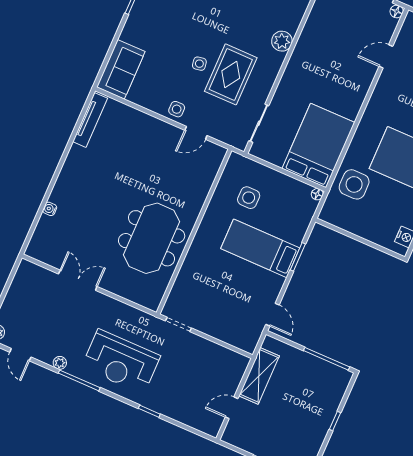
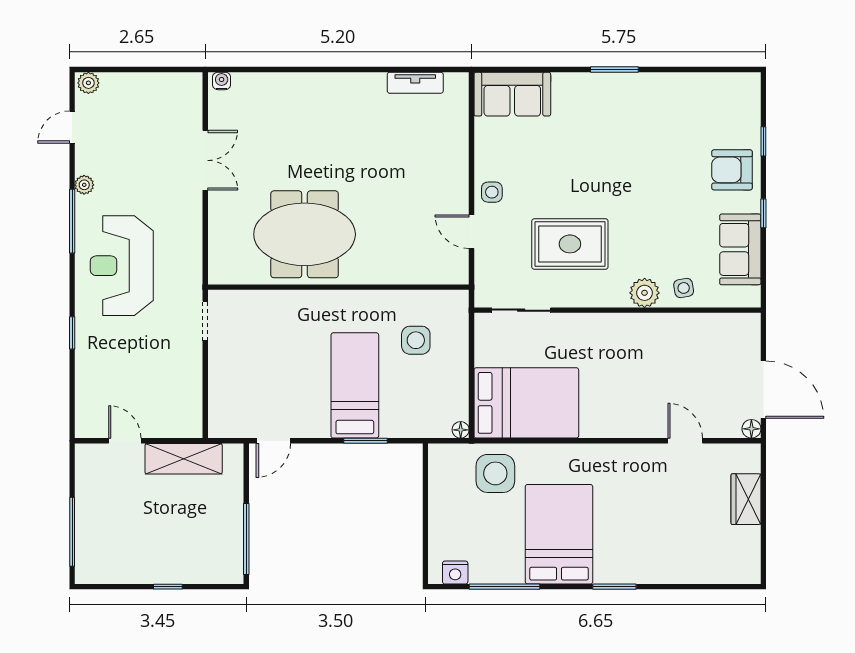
side table: (199, 64) -> (684, 288), moved
tv unit: (90, 120) -> (415, 83), width x0.71
water cooler: (50, 209) -> (222, 81), moved

